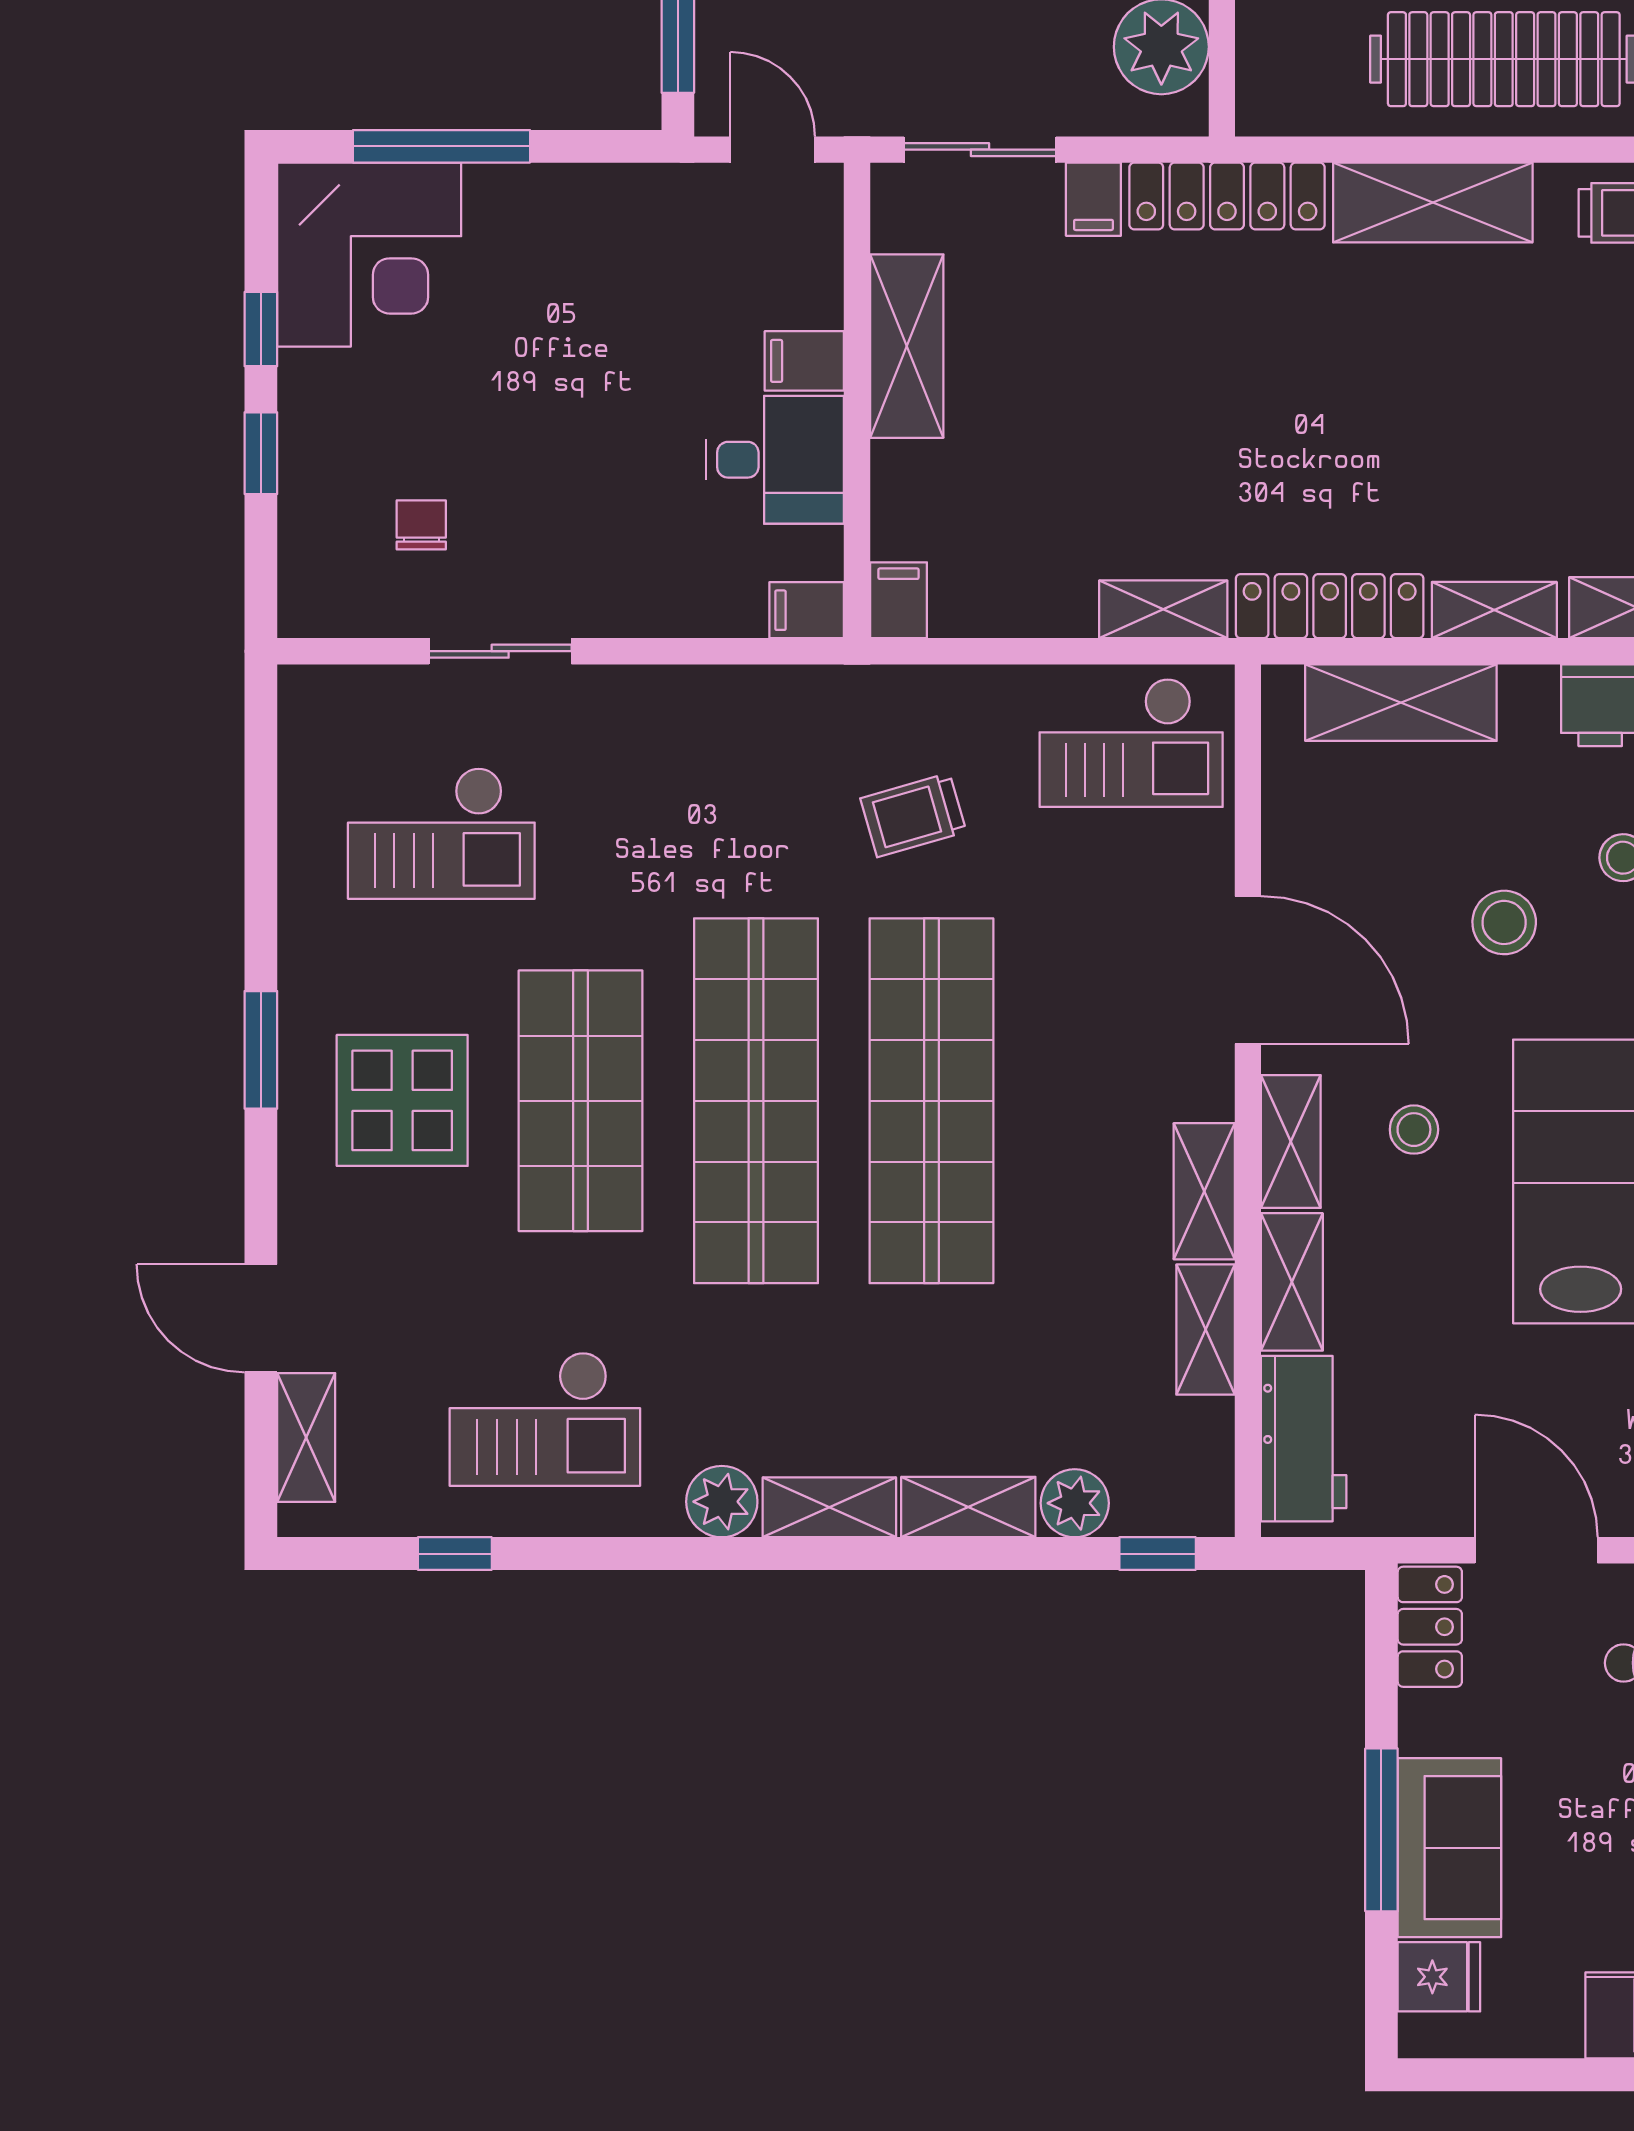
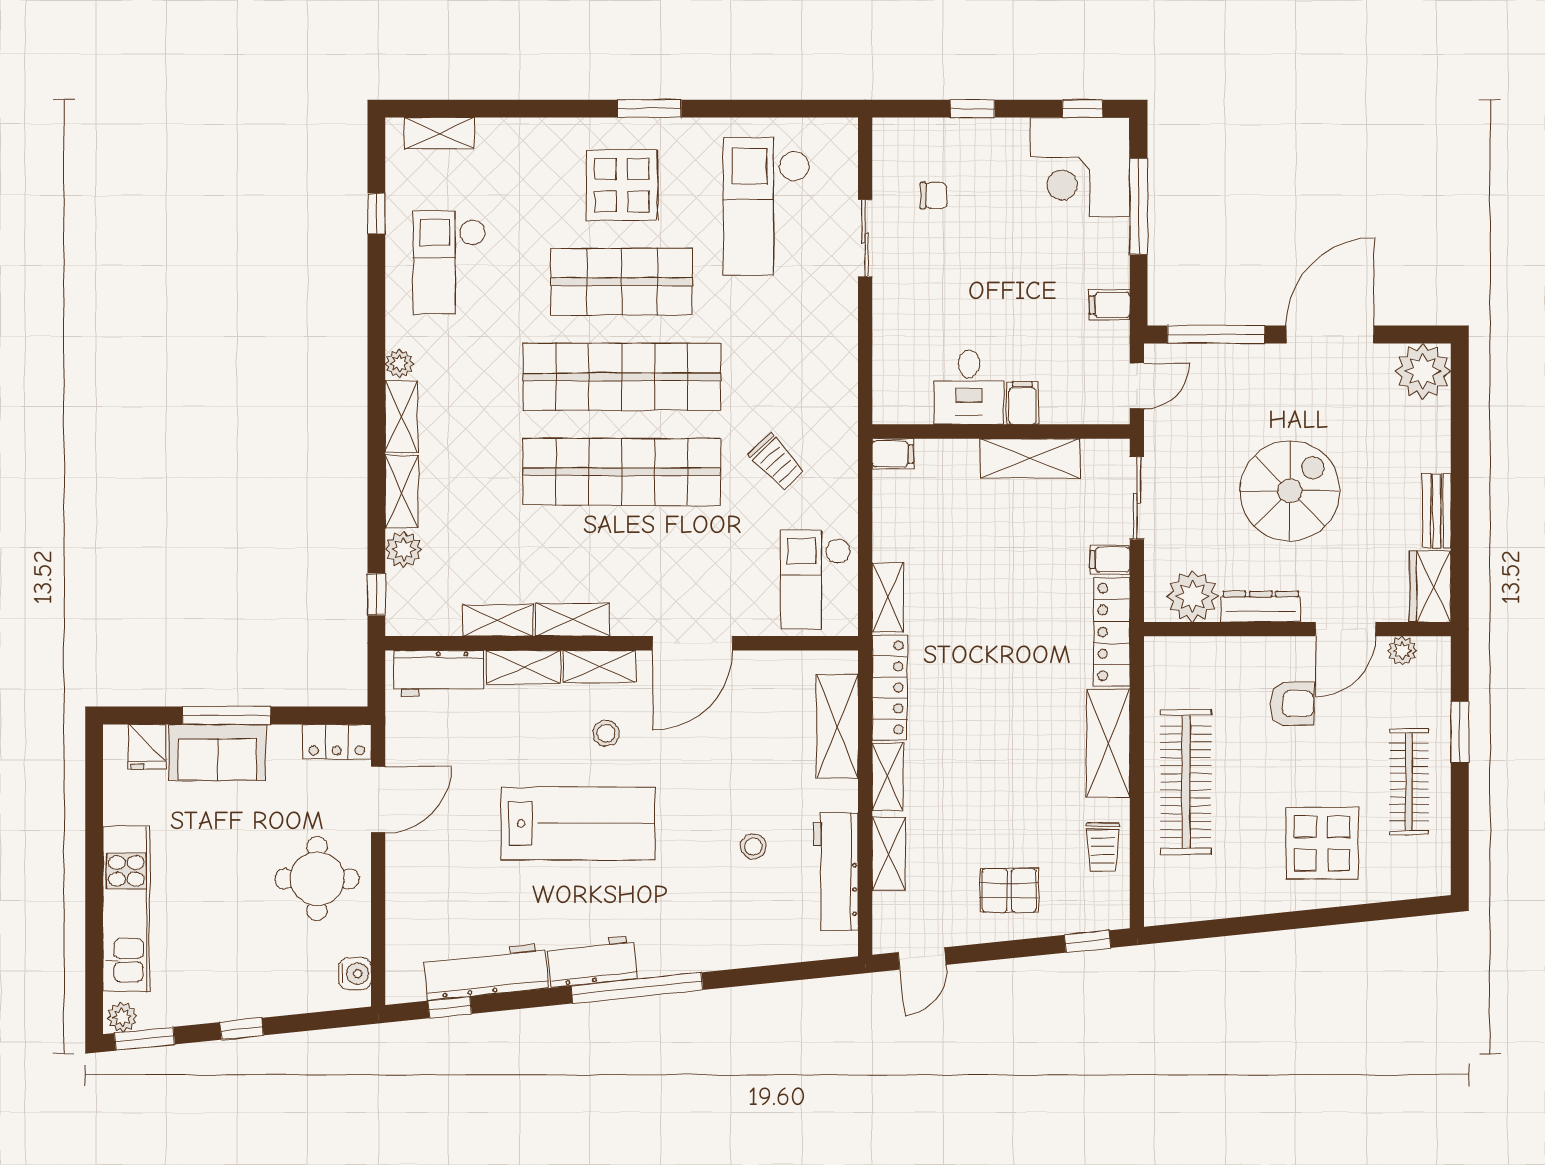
window: (261, 329) -> (1082, 109), moved
filing cabinet: (807, 610) -> (1110, 305), moved, turned -90
trolley: (913, 815) -> (776, 462), turned 153
checkout: (441, 833) -> (767, 206), width x1.36, depth x1.21
stool: (1504, 922) -> (718, 782), removed
door: (261, 1318) -> (504, 109), removed
plant: (722, 1502) -> (399, 364), width x0.73, depth x0.73

